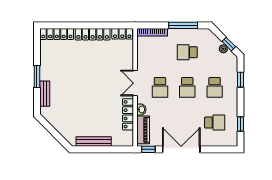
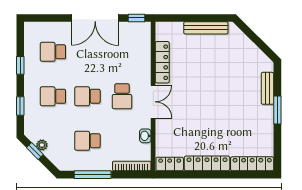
school desk: (187, 52) -> (87, 141), turned 180
school desk: (160, 87) -> (122, 96), turned 180
school desk: (187, 87) -> (87, 96), turned -90
school desk: (215, 87) -> (53, 96), turned -90
washbasin: (141, 109) -> (145, 136), moved
window: (240, 124) -> (20, 65), moved
piano: (143, 130) -> (143, 42), removed

